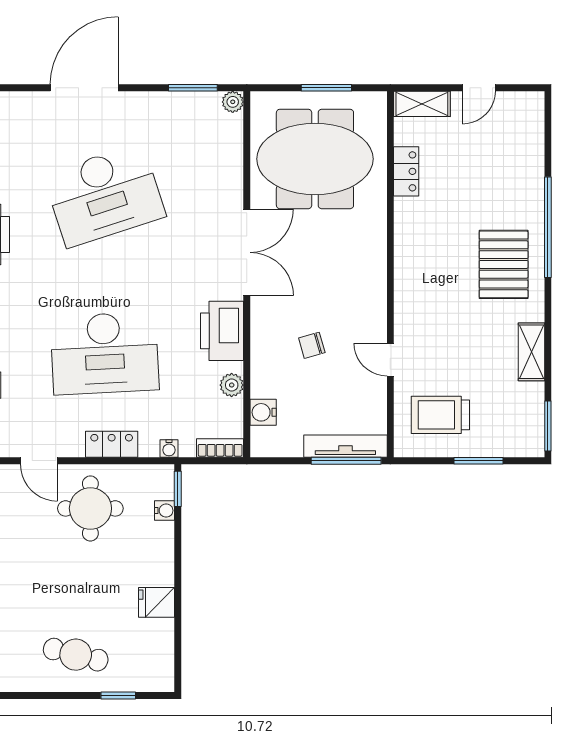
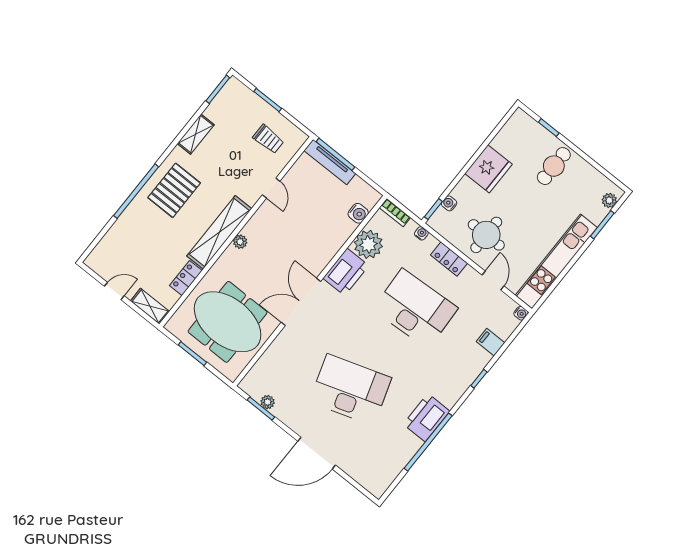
plant: (233, 102) -> (268, 402), moved
shelving: (410, 257) -> (219, 232), added
plant: (376, 266) -> (240, 242), added
chair: (312, 345) -> (306, 228), removed
plant: (232, 385) -> (368, 244), width x1.88, depth x1.88
trolley: (440, 415) -> (268, 139), width x0.73, depth x0.72
fridge: (157, 602) -> (489, 169), width x1.88, depth x1.34
cafe table: (76, 655) -> (554, 166), turned 76

